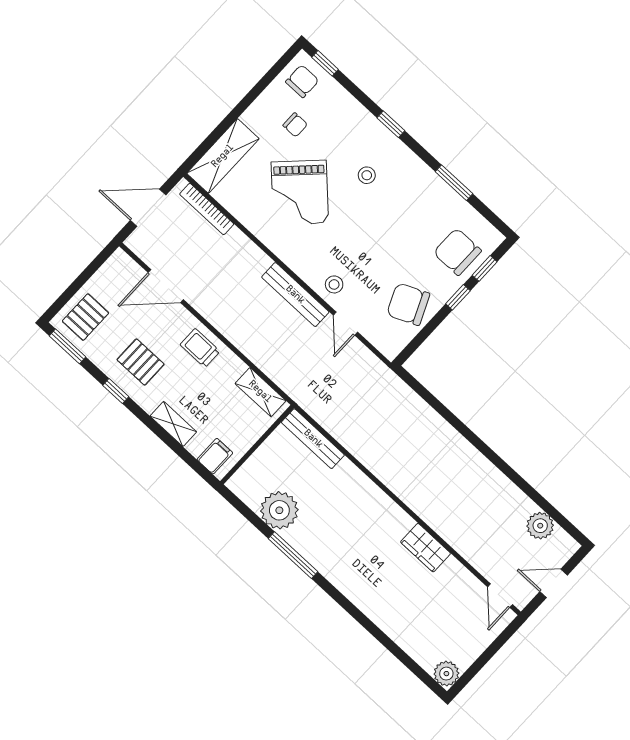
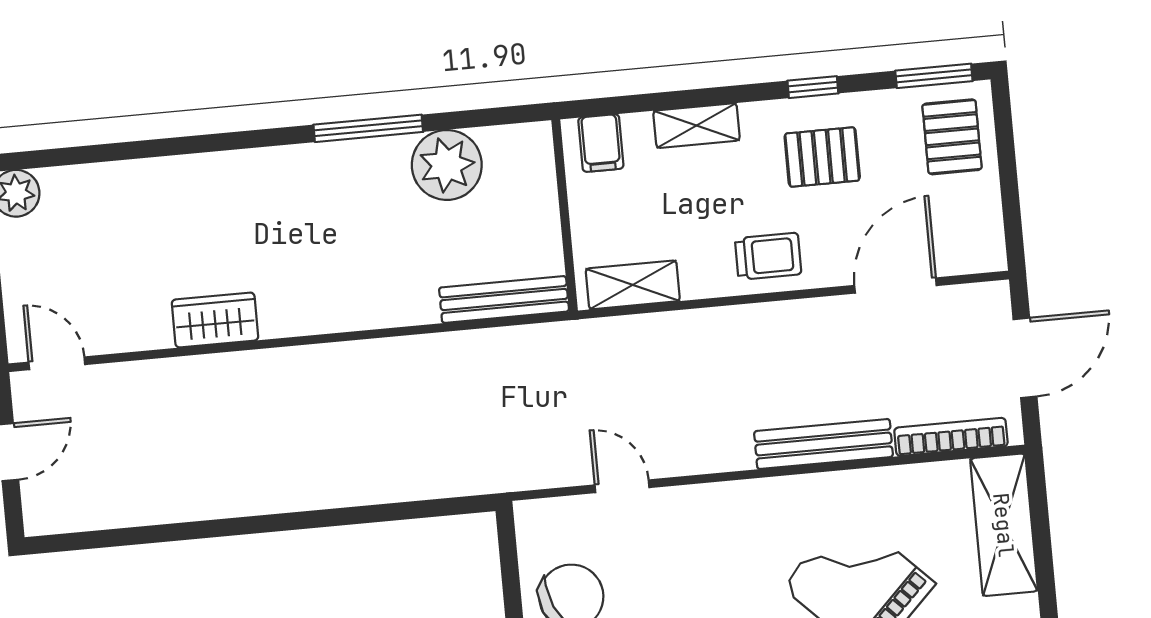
stool: (334, 284) -> (690, 519), removed
bench: (295, 295) -> (824, 444), moved
plant: (540, 526) -> (104, 505), removed

